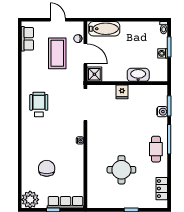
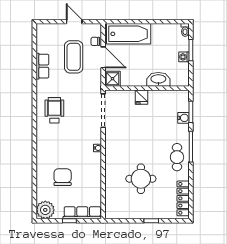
bathtub: (104, 29) -> (129, 34), width x1.36, depth x1.36
row of seats: (27, 39) -> (42, 66), moved
locker: (162, 189) -> (183, 198), width x1.53

